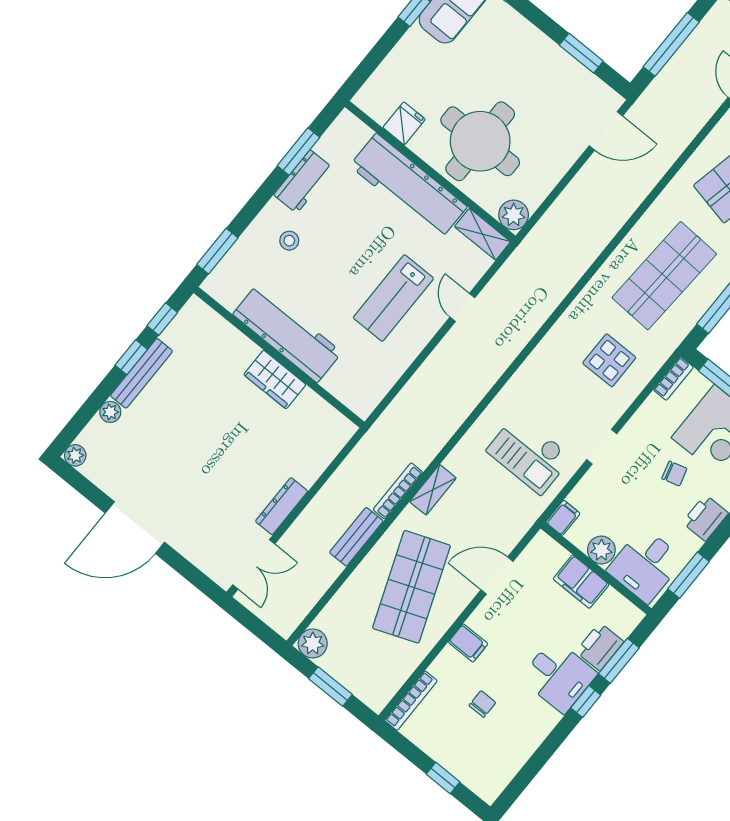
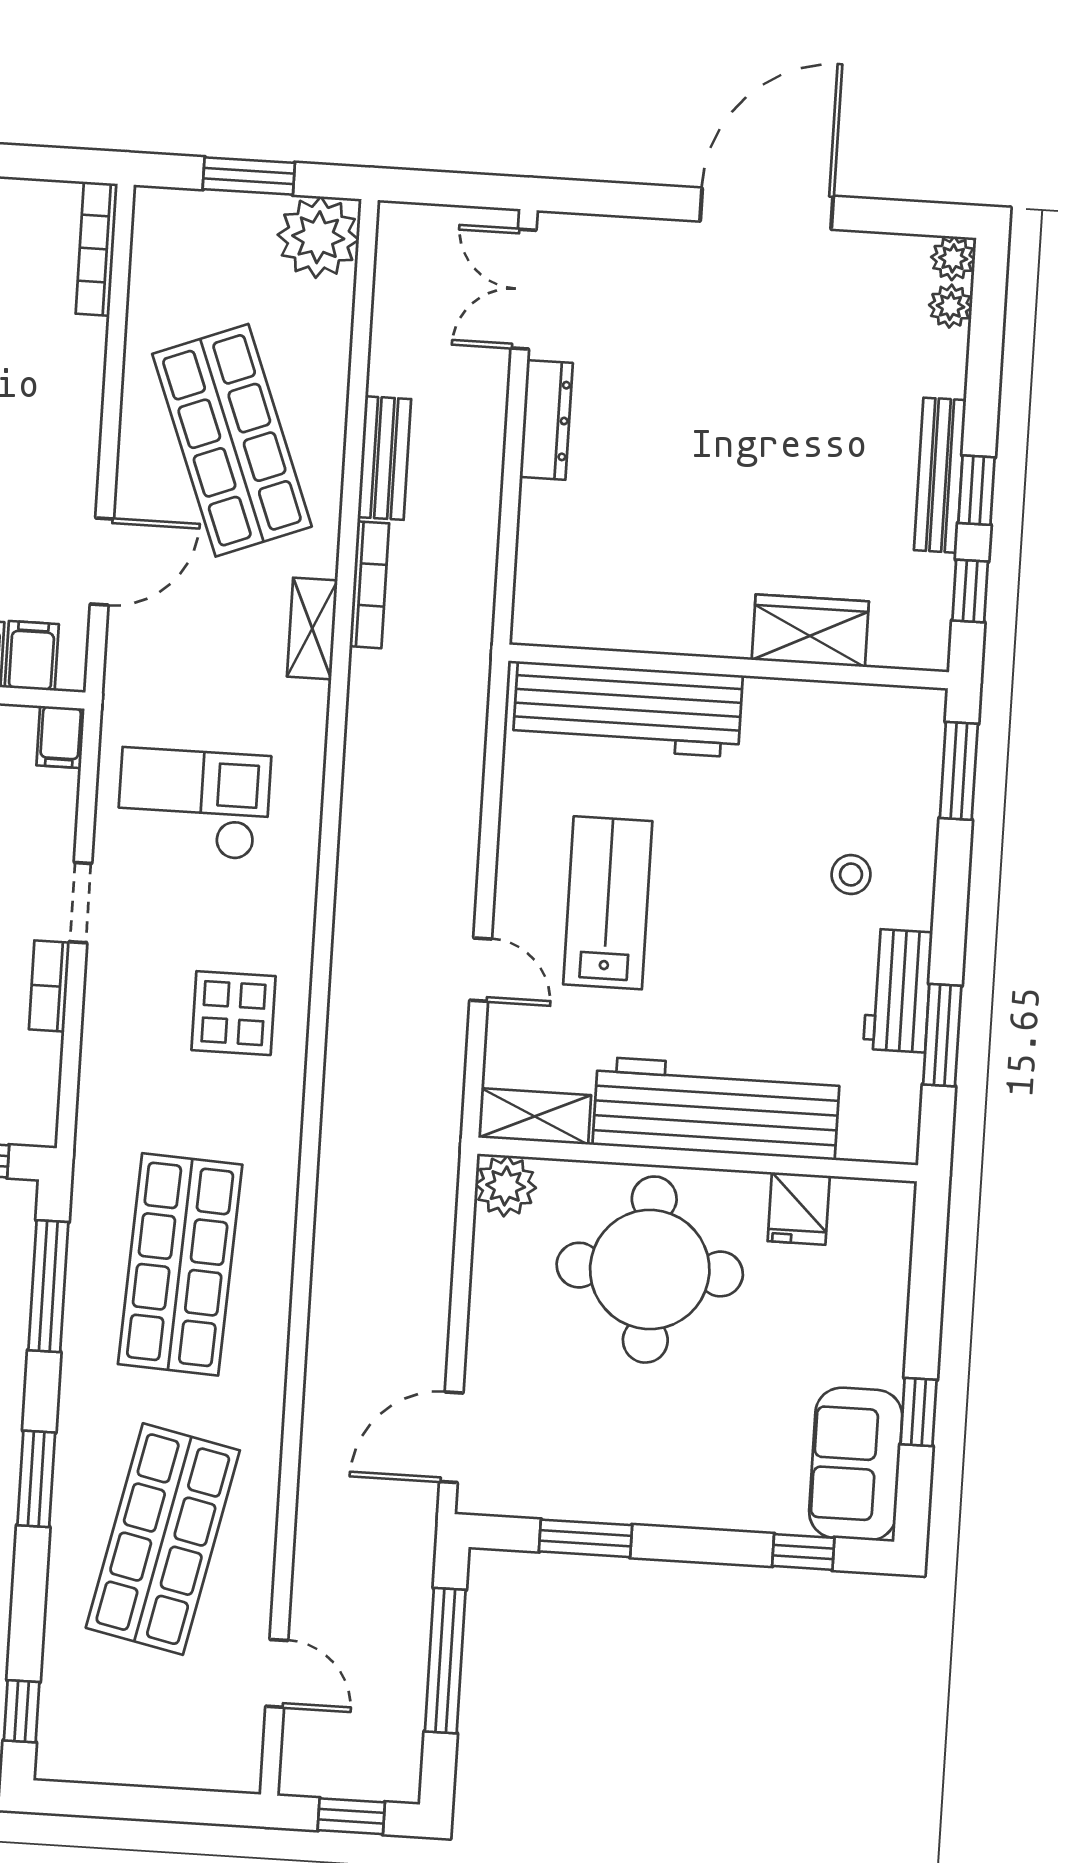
workbench: (287, 333) -> (628, 709), moved
display table: (609, 360) -> (234, 1013), moved
bookcase: (673, 378) -> (49, 986), moved
wardrobe: (275, 379) -> (810, 631), moved
plant: (110, 412) -> (950, 306), moved
plant: (313, 643) -> (318, 237), width x1.36, depth x1.36
filing cabinet: (468, 643) -> (32, 656), moved, turned 90

